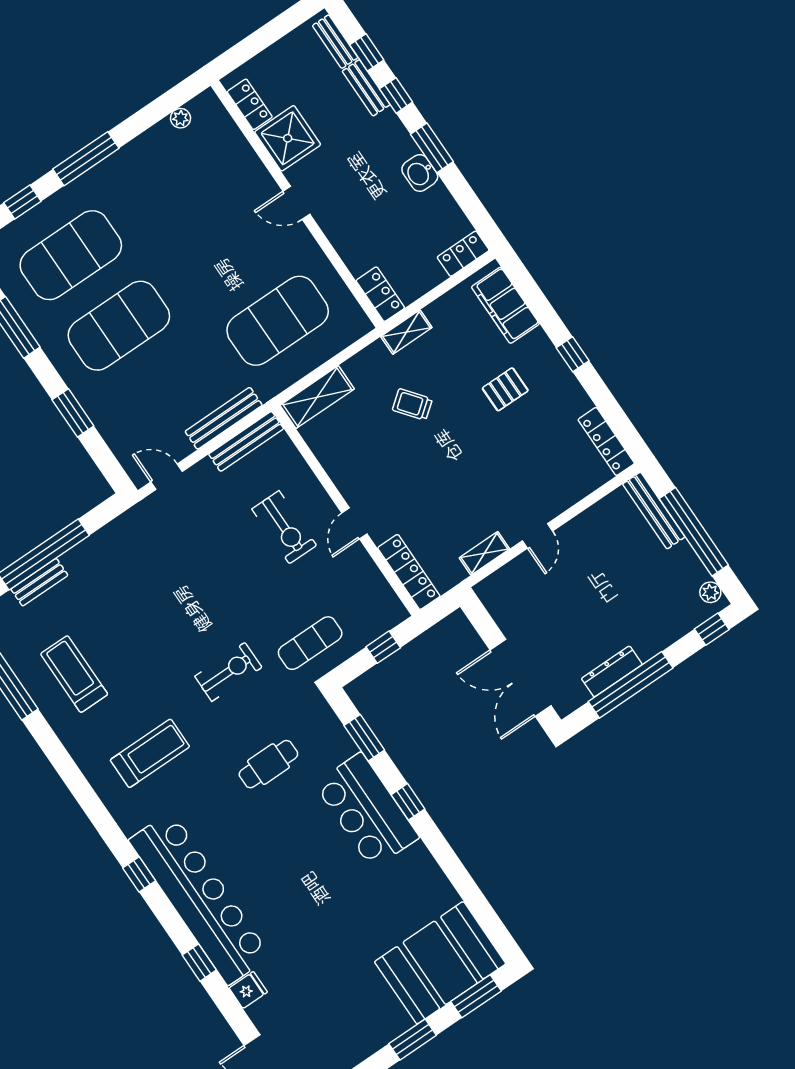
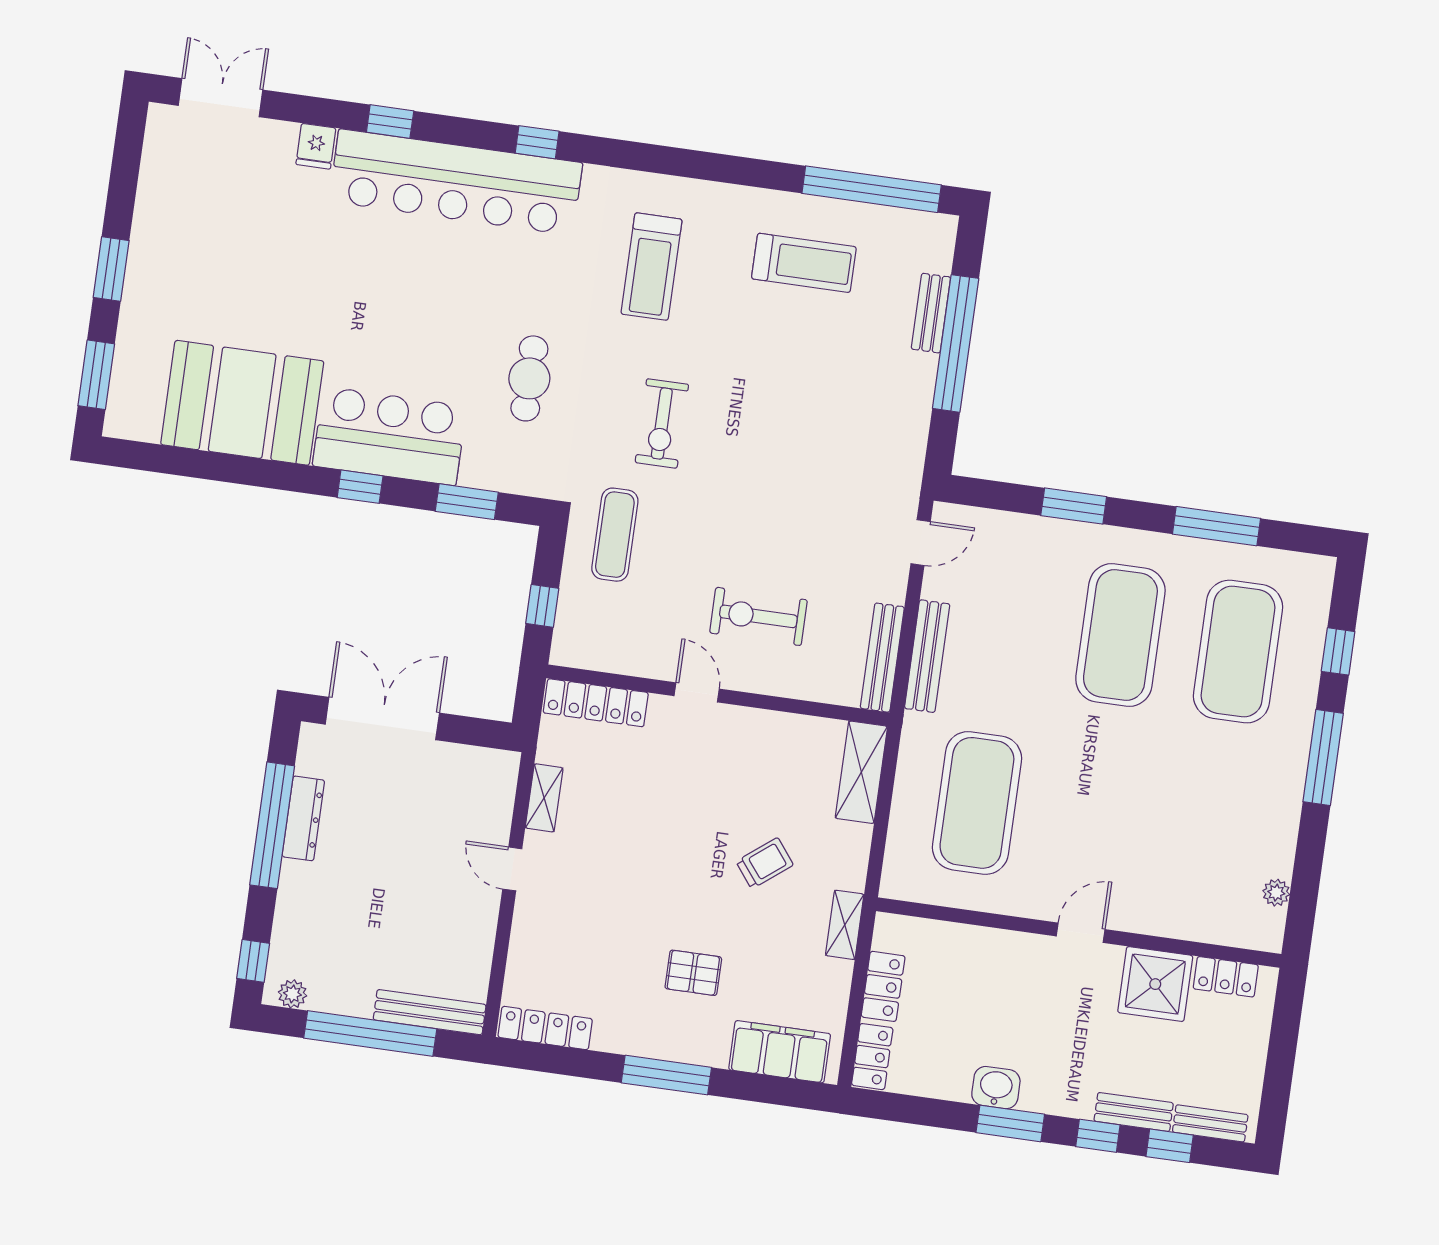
locker: (380, 294) -> (883, 986), moved, turned -90
window: (573, 354) -> (666, 1075), width x2.17
pallet: (505, 389) -> (693, 973), turned 90
booth: (440, 963) -> (242, 403), moved, turned 90

